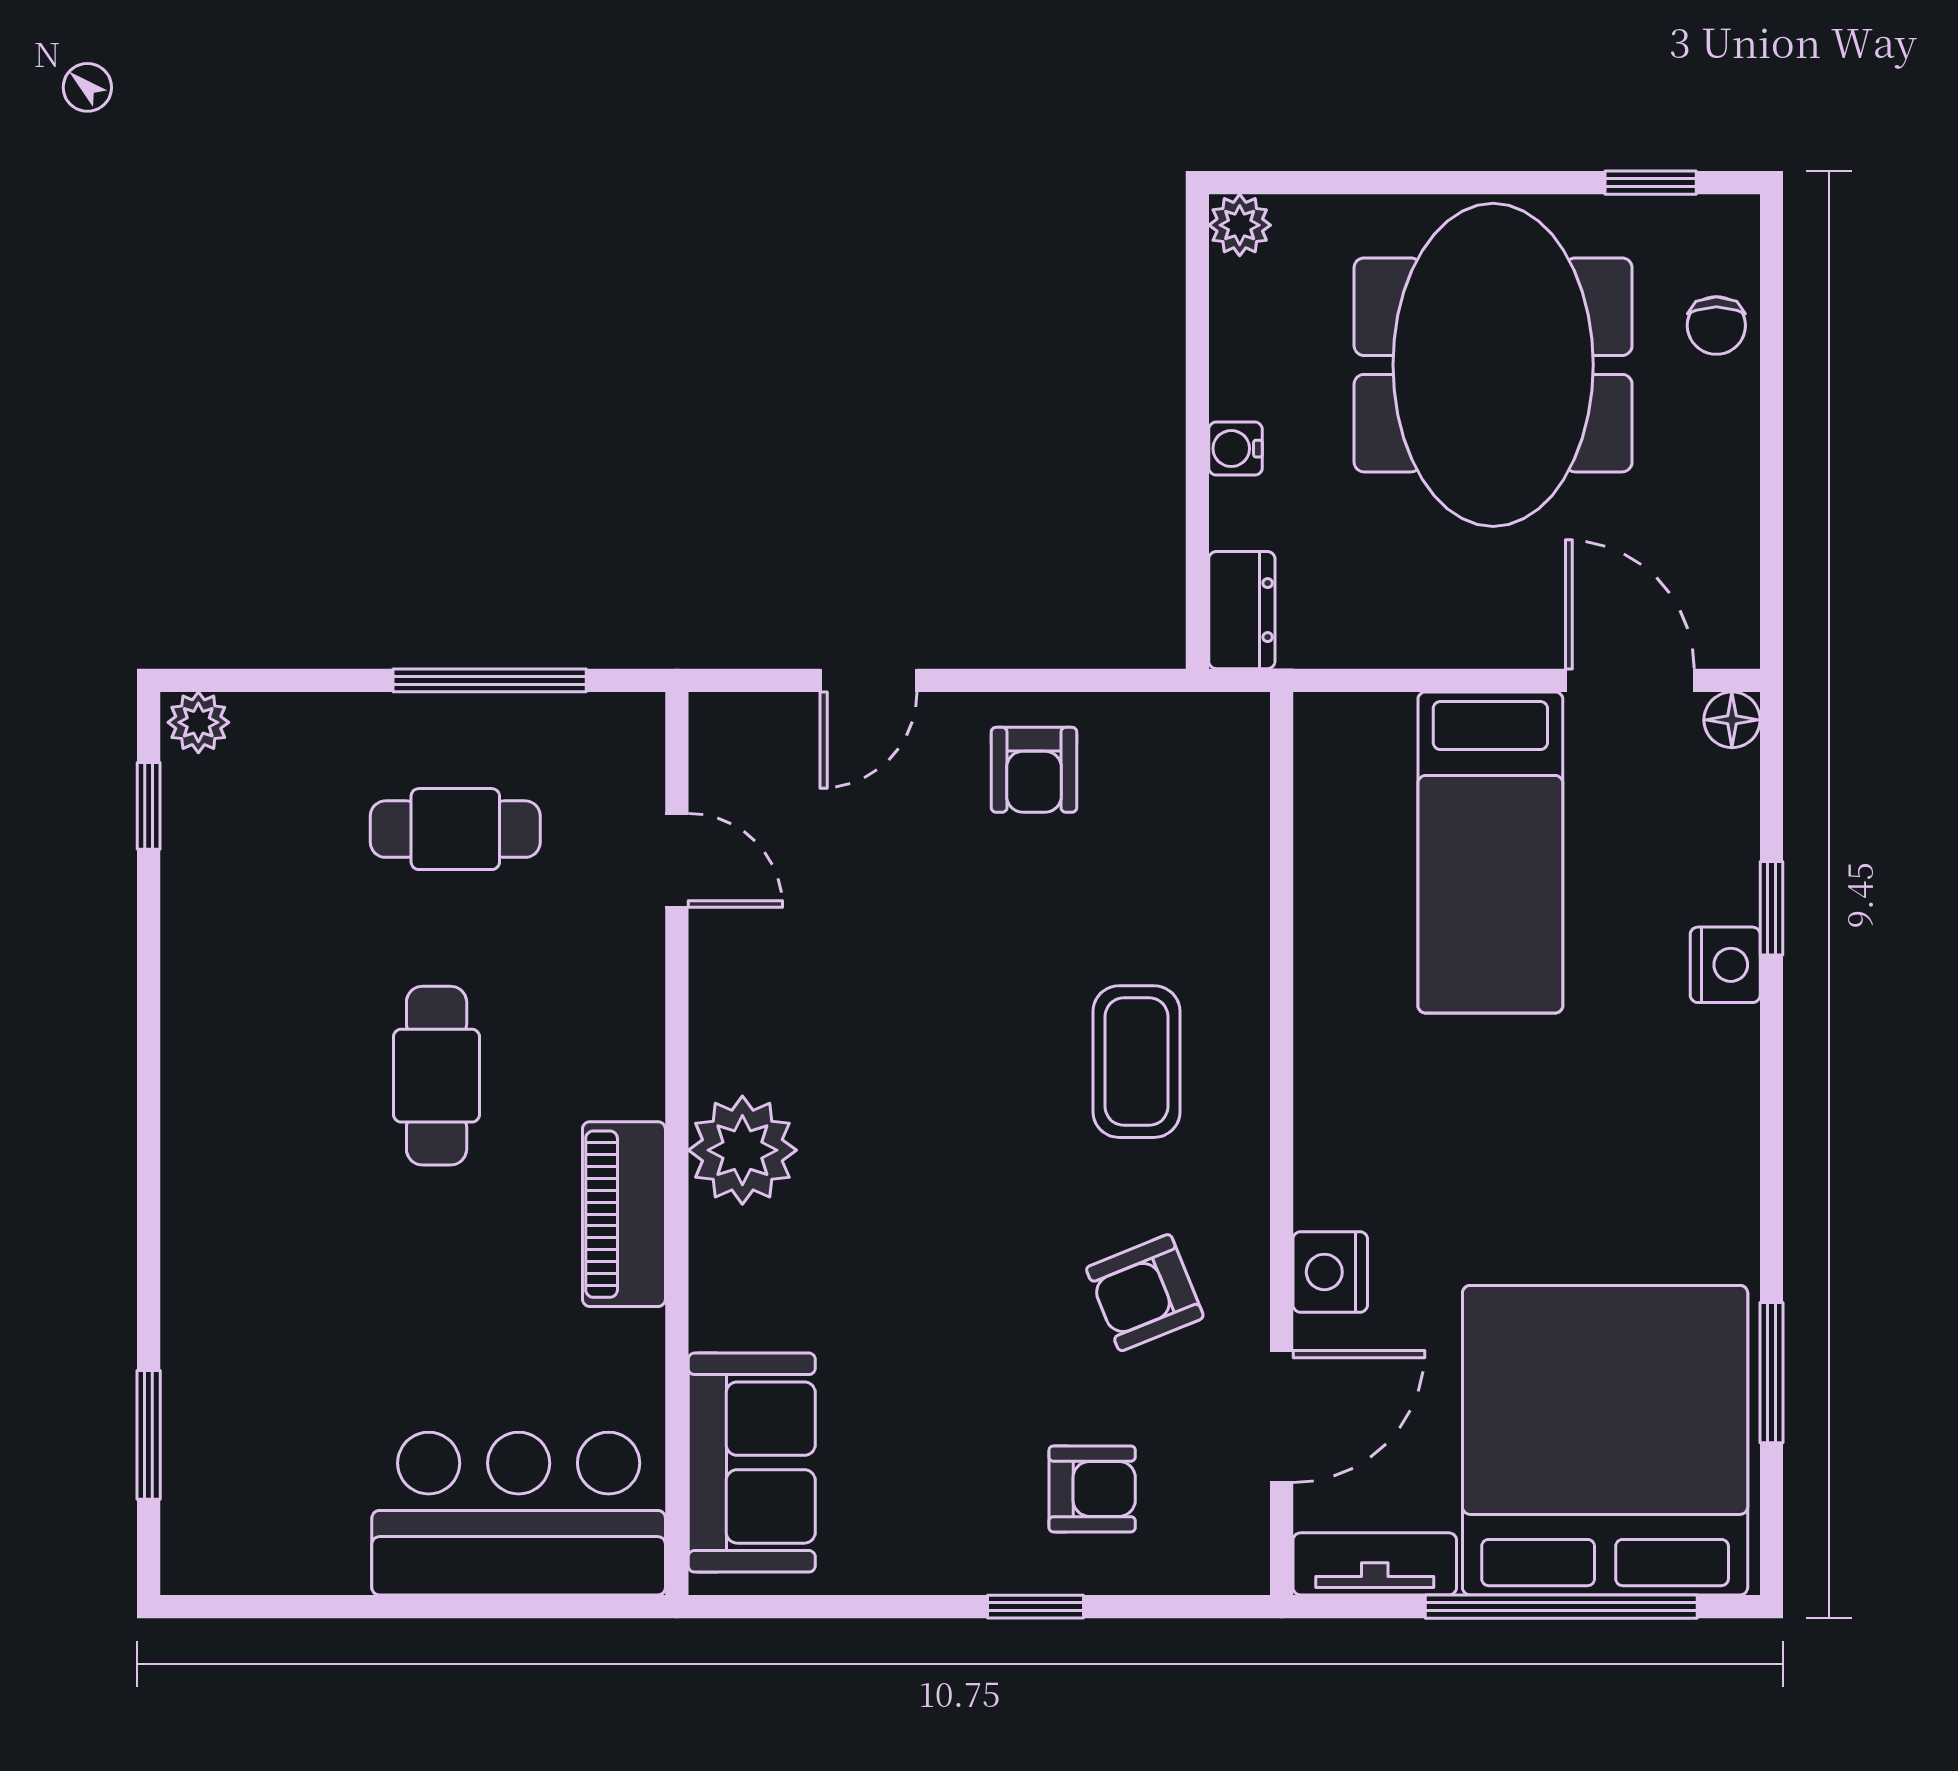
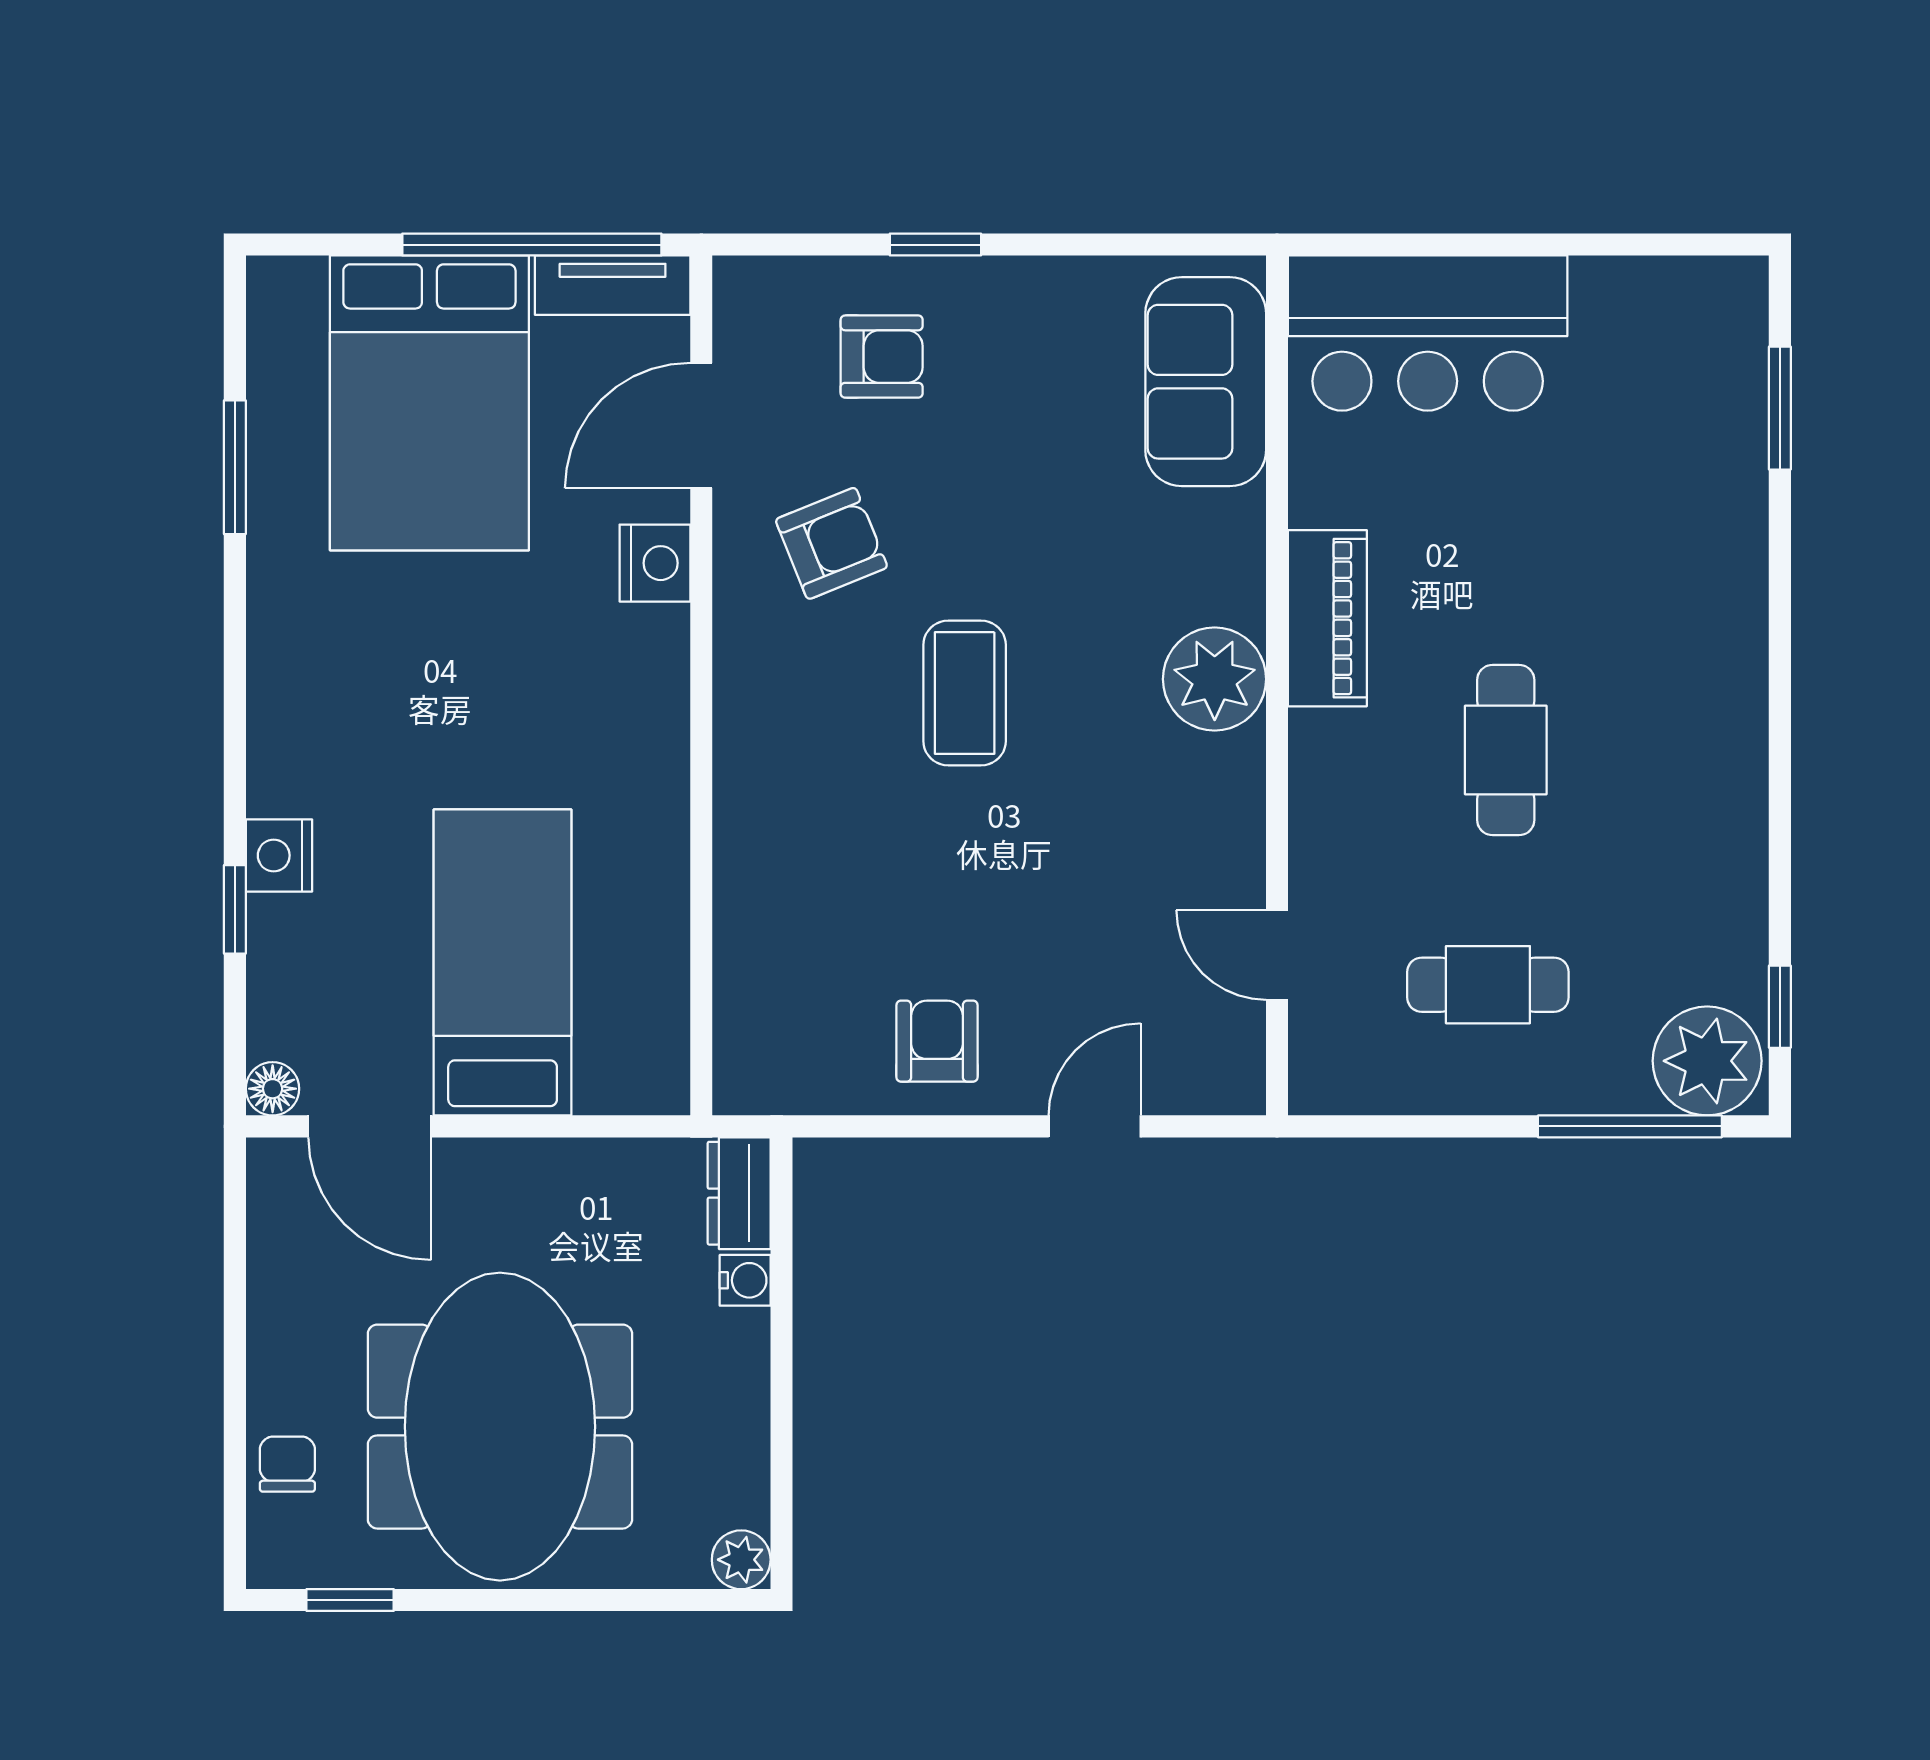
water cooler: (1236, 449) -> (745, 1280), moved
window: (490, 680) -> (1630, 1126), moved
plant: (198, 722) -> (1707, 1061), width x1.88, depth x1.88
coffee table: (1137, 1062) -> (965, 693), moved
bed: (1605, 1440) -> (429, 403), width x0.73
armchair: (1092, 1489) -> (882, 357), turned 180
window: (1561, 1607) -> (532, 245), moved

